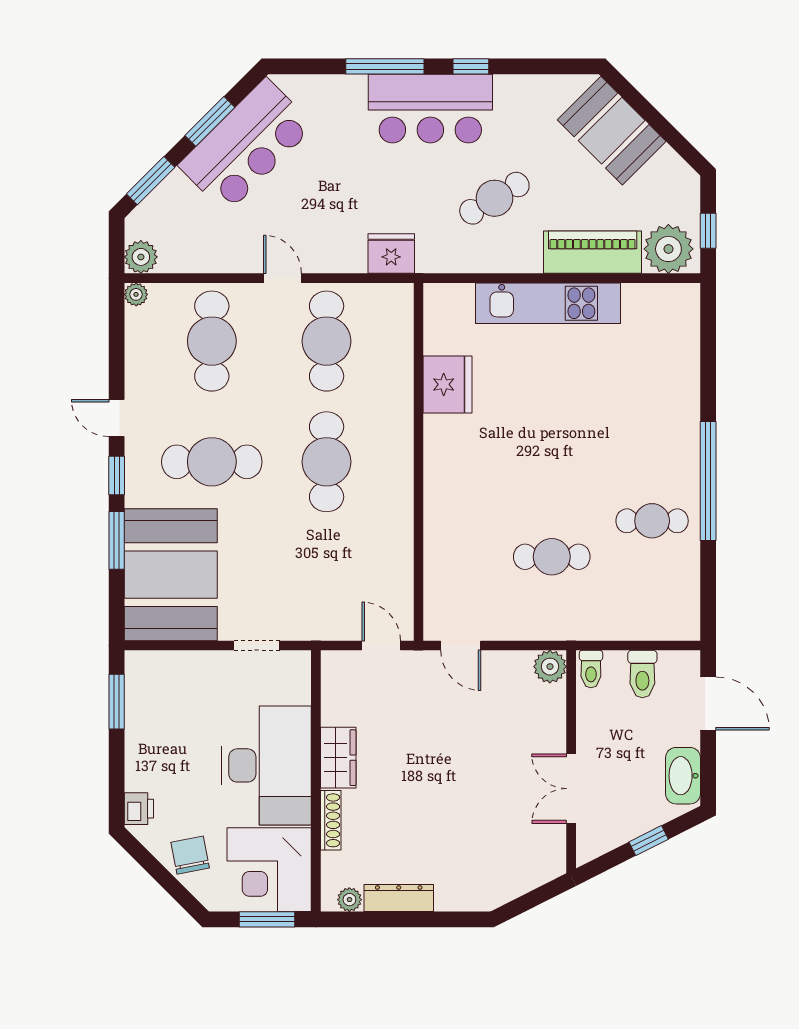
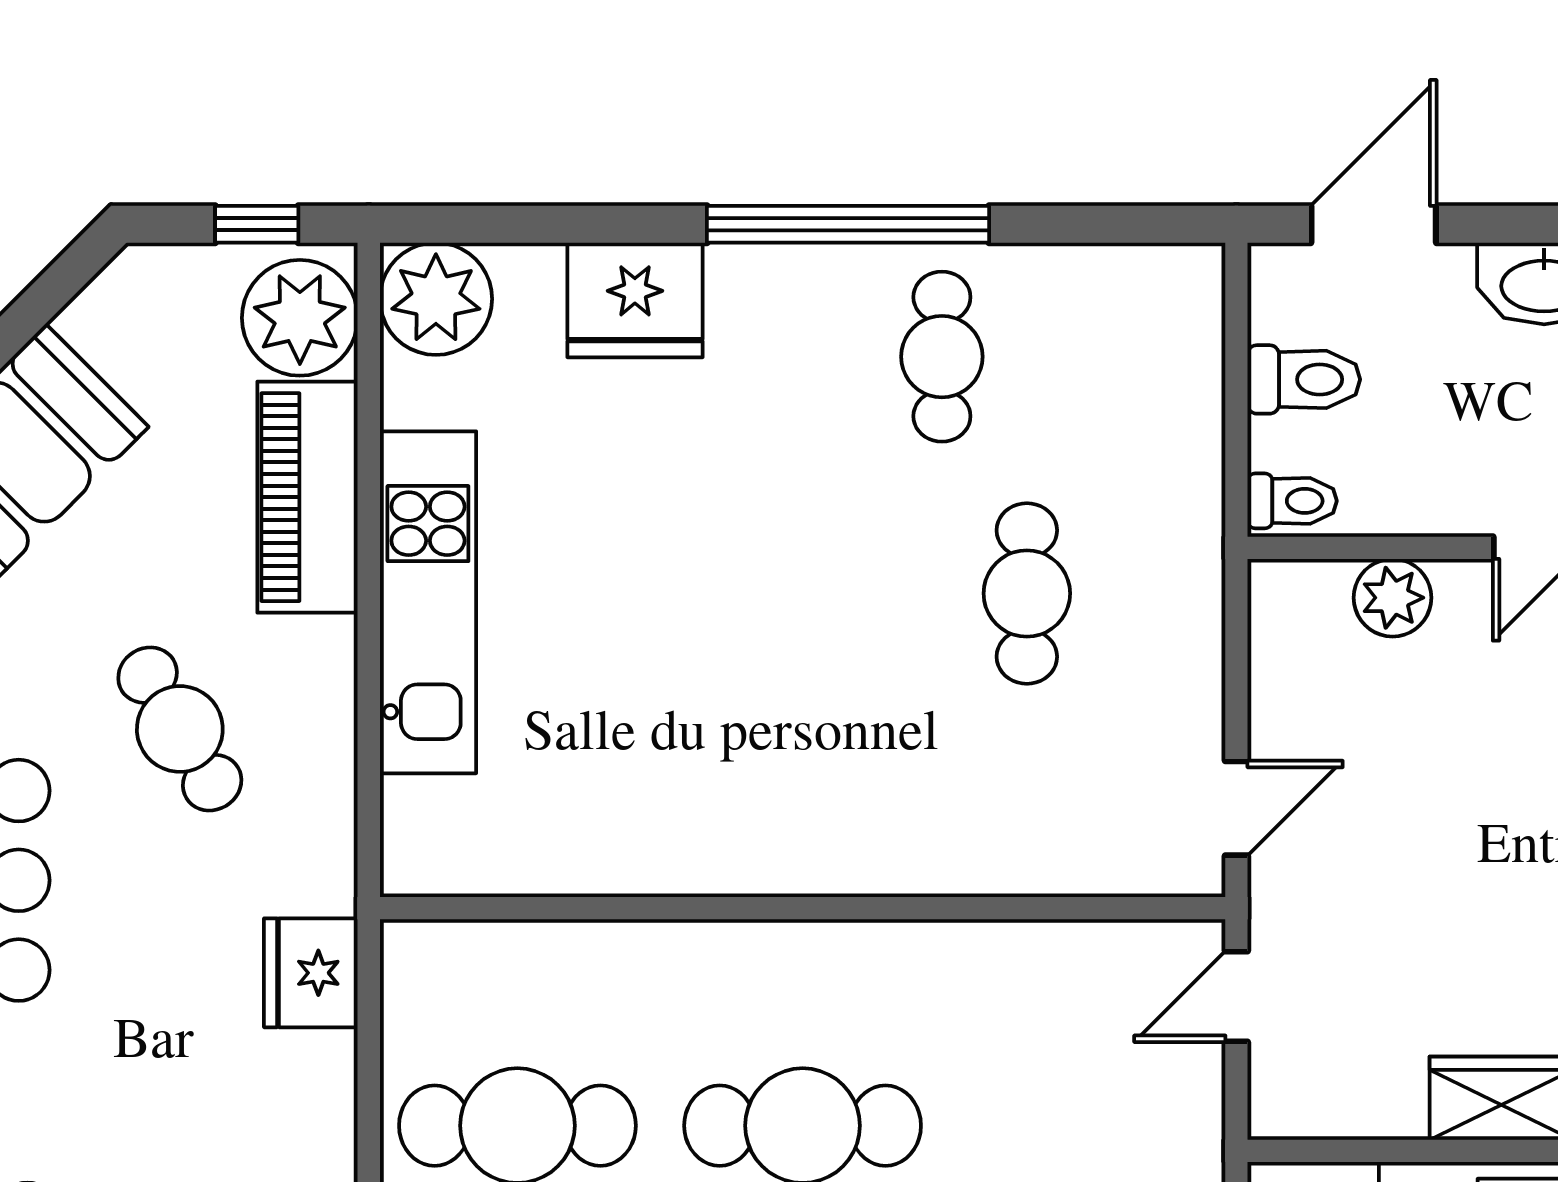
plant: (677, 307) -> (436, 299), added
fridge: (448, 384) -> (635, 300), moved, turned 180
plant: (550, 667) -> (1393, 598), moved

